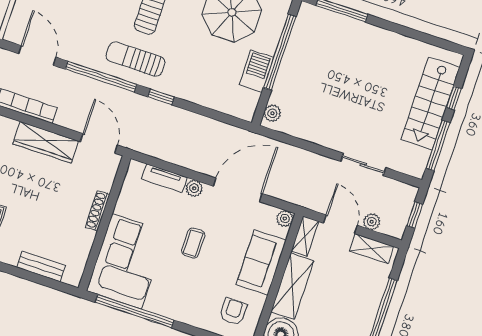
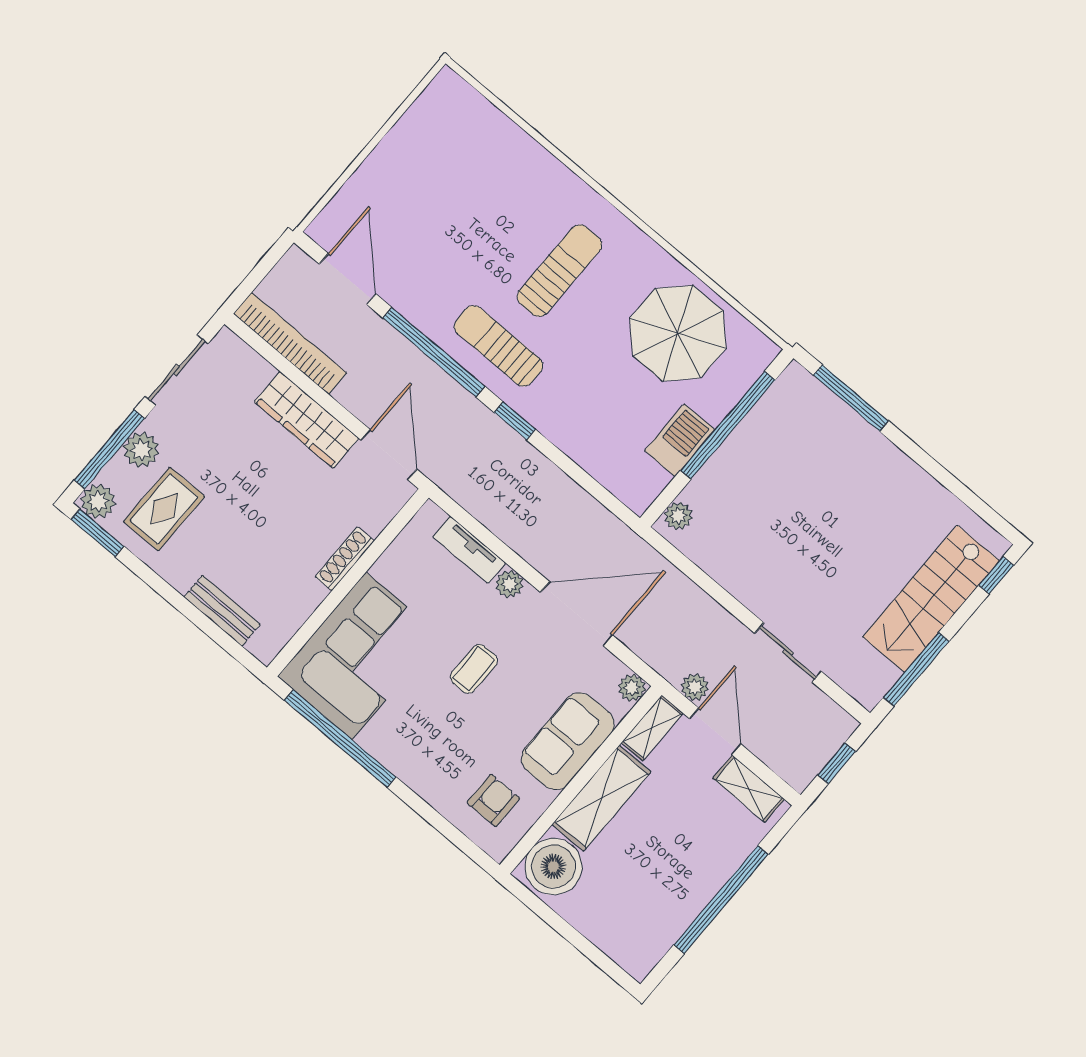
window: (454, 98) -> (996, 575), moved
plant: (372, 222) -> (695, 687), moved

